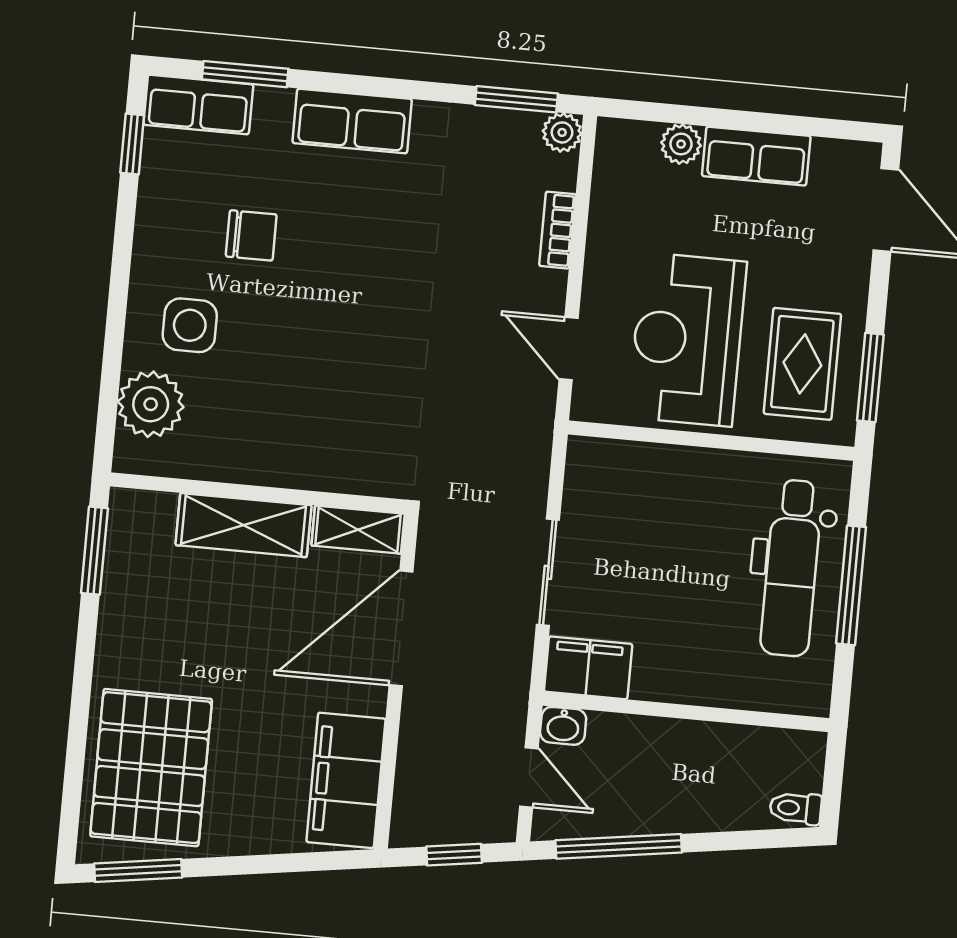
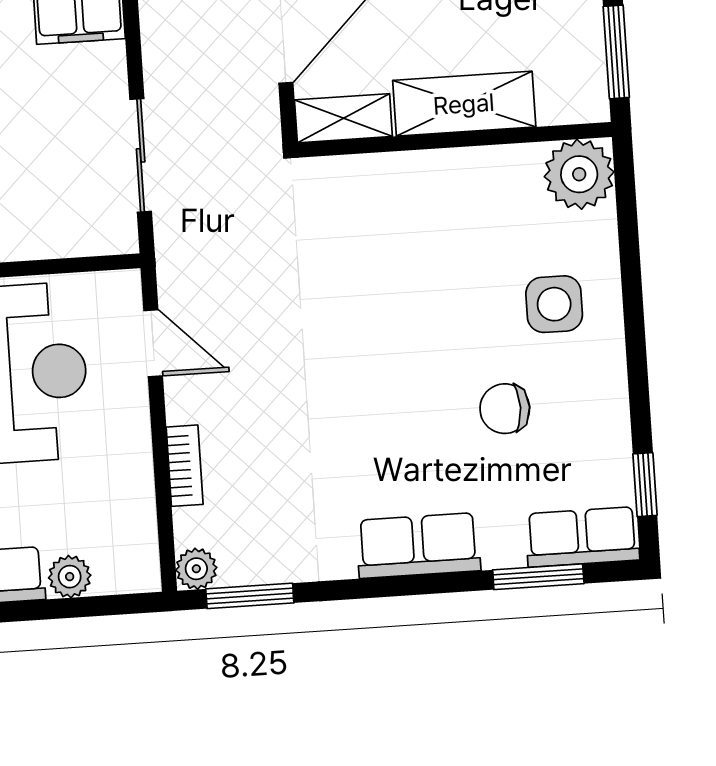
plant: (151, 404) -> (579, 174), moved
sliding door: (548, 572) -> (141, 155), moved

